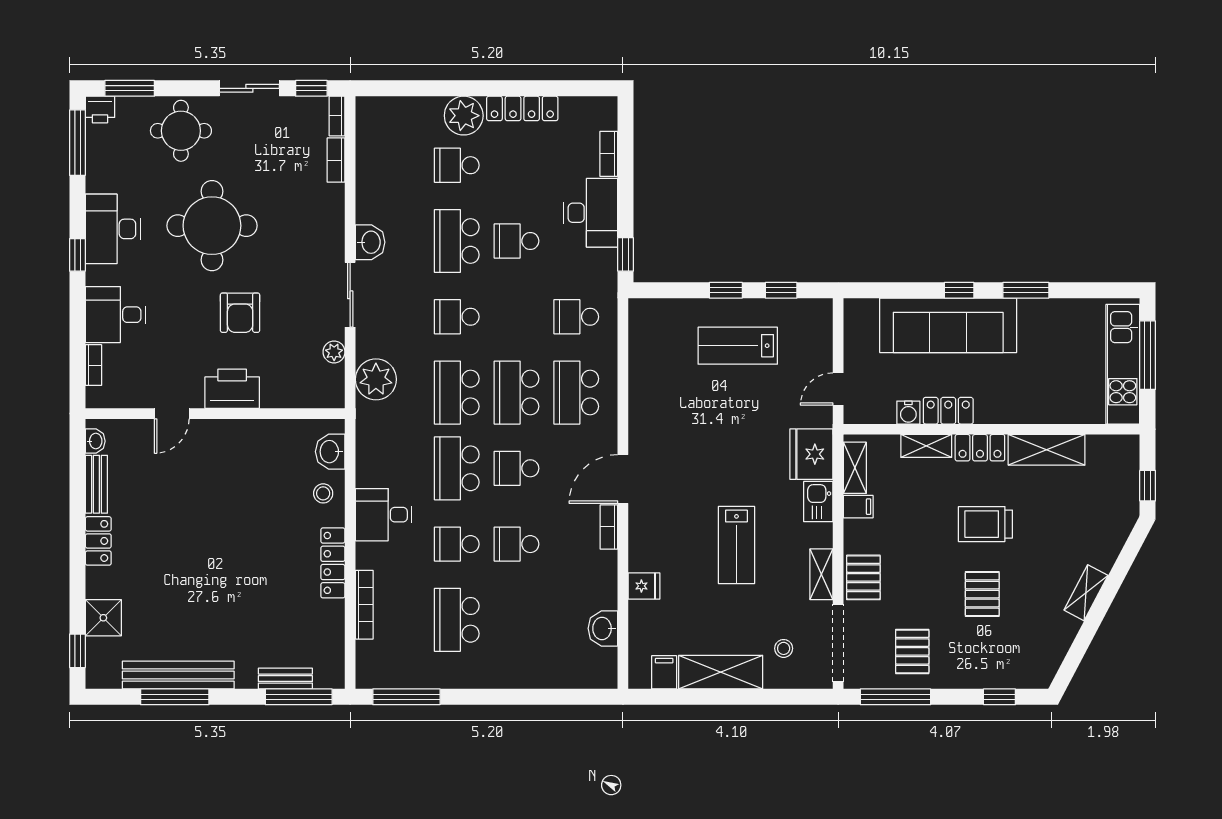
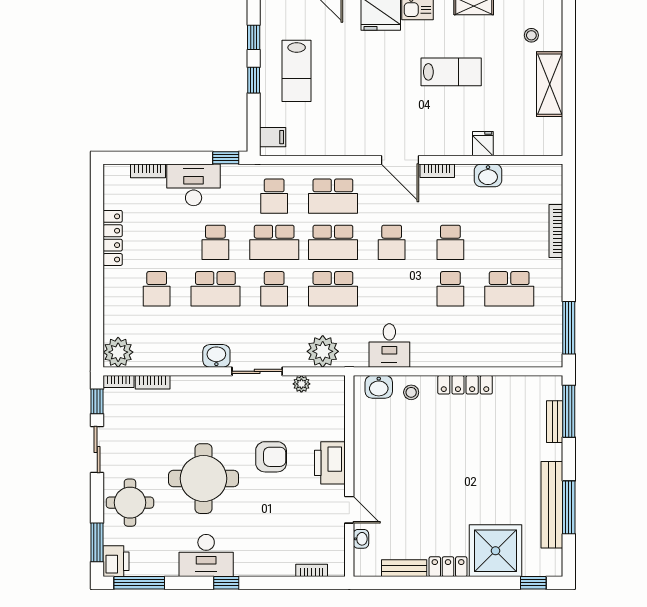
printer: (100, 109) -> (116, 561), width x1.36, depth x1.24
plant: (464, 116) -> (118, 352), moved
desk: (115, 315) -> (273, 553), removed
washbasin: (95, 441) -> (361, 539), moved, turned 90
school desk: (457, 468) -> (274, 242), moved
desk: (384, 515) -> (389, 345), moved
bookcase: (364, 605) -> (556, 231), moved, turned -90
shower: (103, 618) -> (496, 551), width x1.86, depth x1.86
washbasin: (603, 628) -> (488, 175), moved
filing cabinet: (664, 672) -> (273, 137), moved, turned 180

